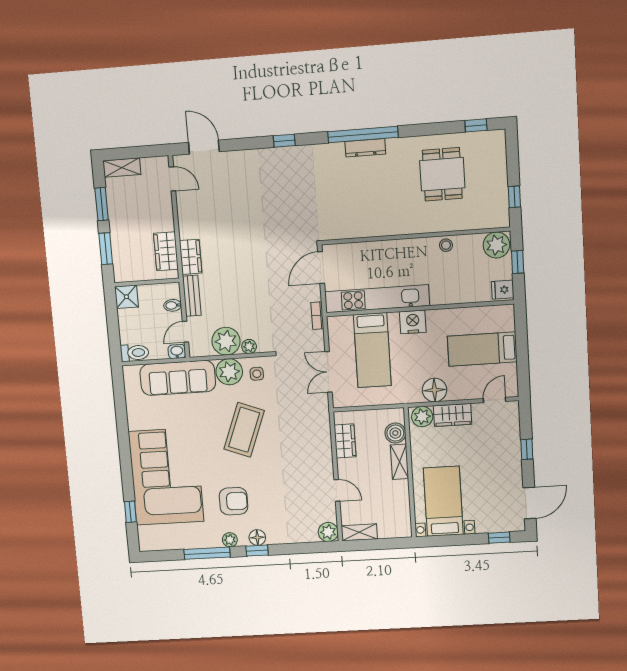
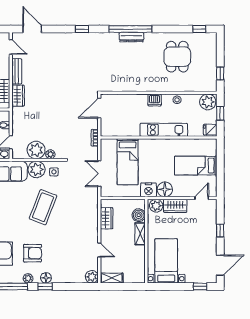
dishwasher: (409, 248) -> (155, 100), added
bench: (192, 296) -> (17, 71), moved
kitchen unit: (377, 299) -> (164, 130), moved, width x0.73
nightstand: (413, 322) -> (149, 190), moved, turned 180

